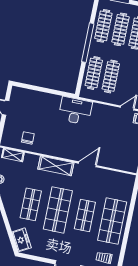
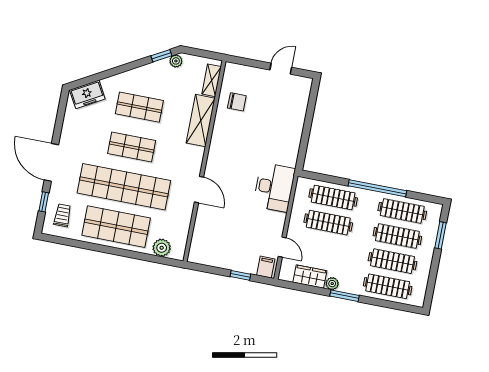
desk: (75, 111) -> (274, 187), moved
shelving: (56, 166) -> (201, 121), moved
plant: (127, 190) -> (162, 248), added
shop shelf: (58, 210) -> (132, 147), width x0.70, depth x0.74
shop shelf: (85, 215) -> (124, 187), width x2.00, depth x1.36

